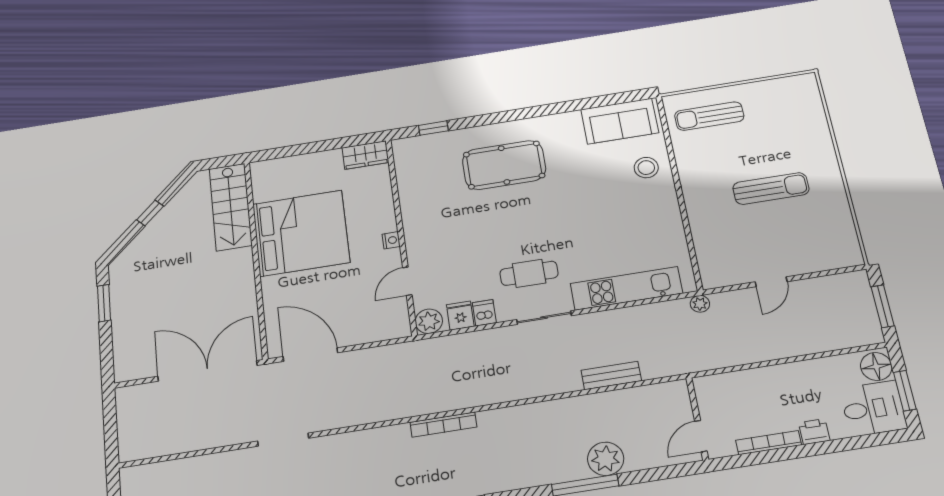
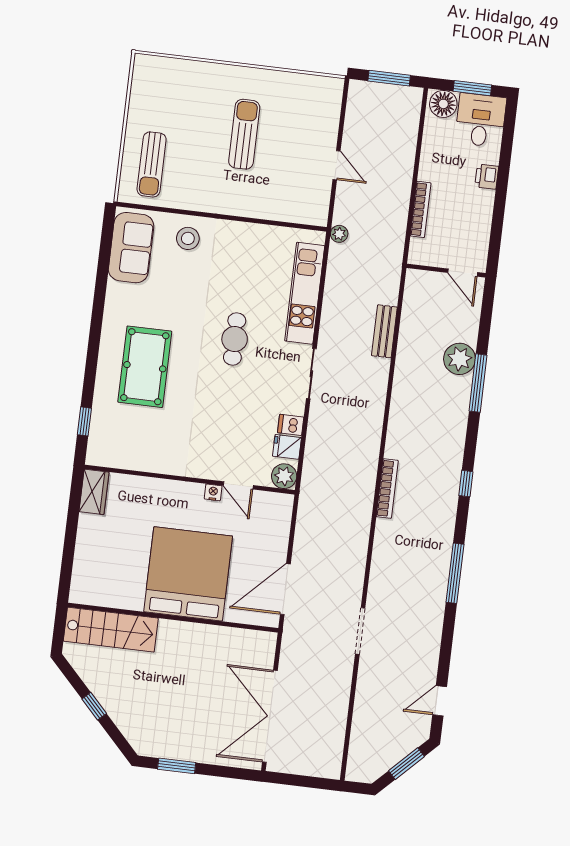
bed: (301, 233) -> (188, 574), moved
nightstand: (391, 240) -> (213, 492), moved
cafe table: (529, 273) -> (235, 339), moved
double door: (207, 371) -> (270, 716), moved
bookcase: (769, 443) -> (421, 209), moved, turned 180

